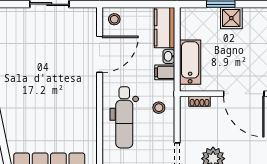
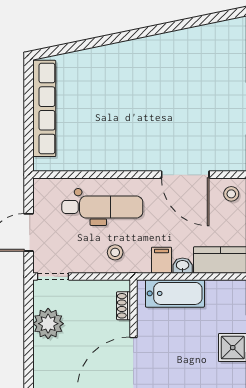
dental chair: (124, 117) -> (102, 207), turned 180

